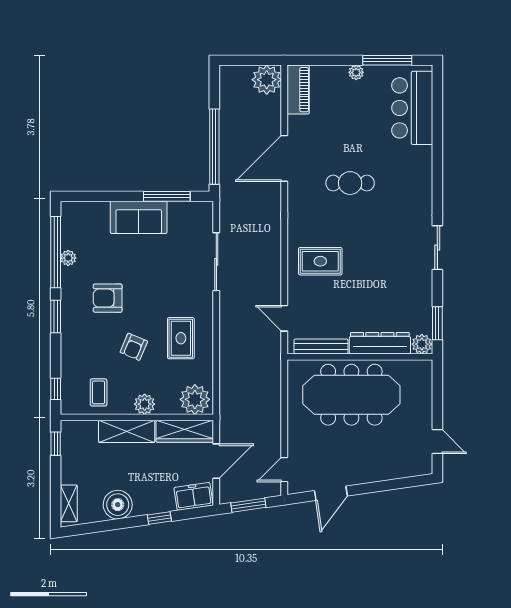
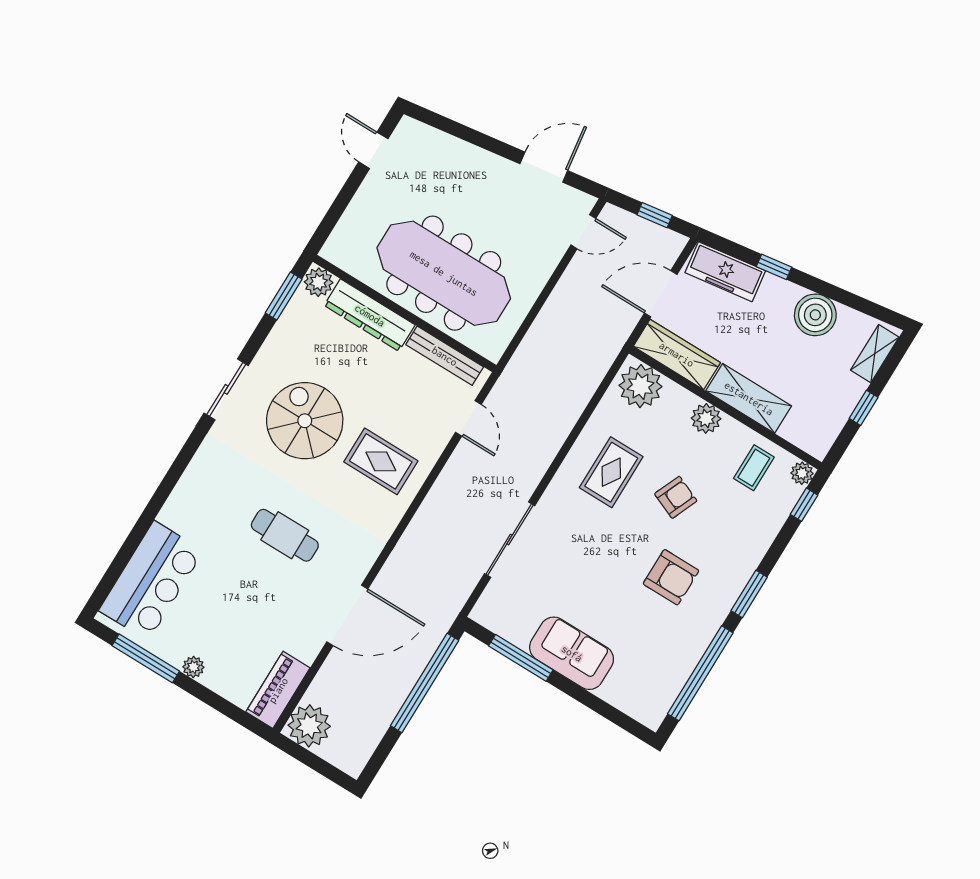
plant: (68, 258) -> (802, 473), moved
spiral stairs: (380, 258) -> (305, 421), added
window: (56, 444) -> (864, 408), moved
freezer: (194, 496) -> (725, 272), width x1.40
window: (248, 505) -> (655, 215), width x0.67

